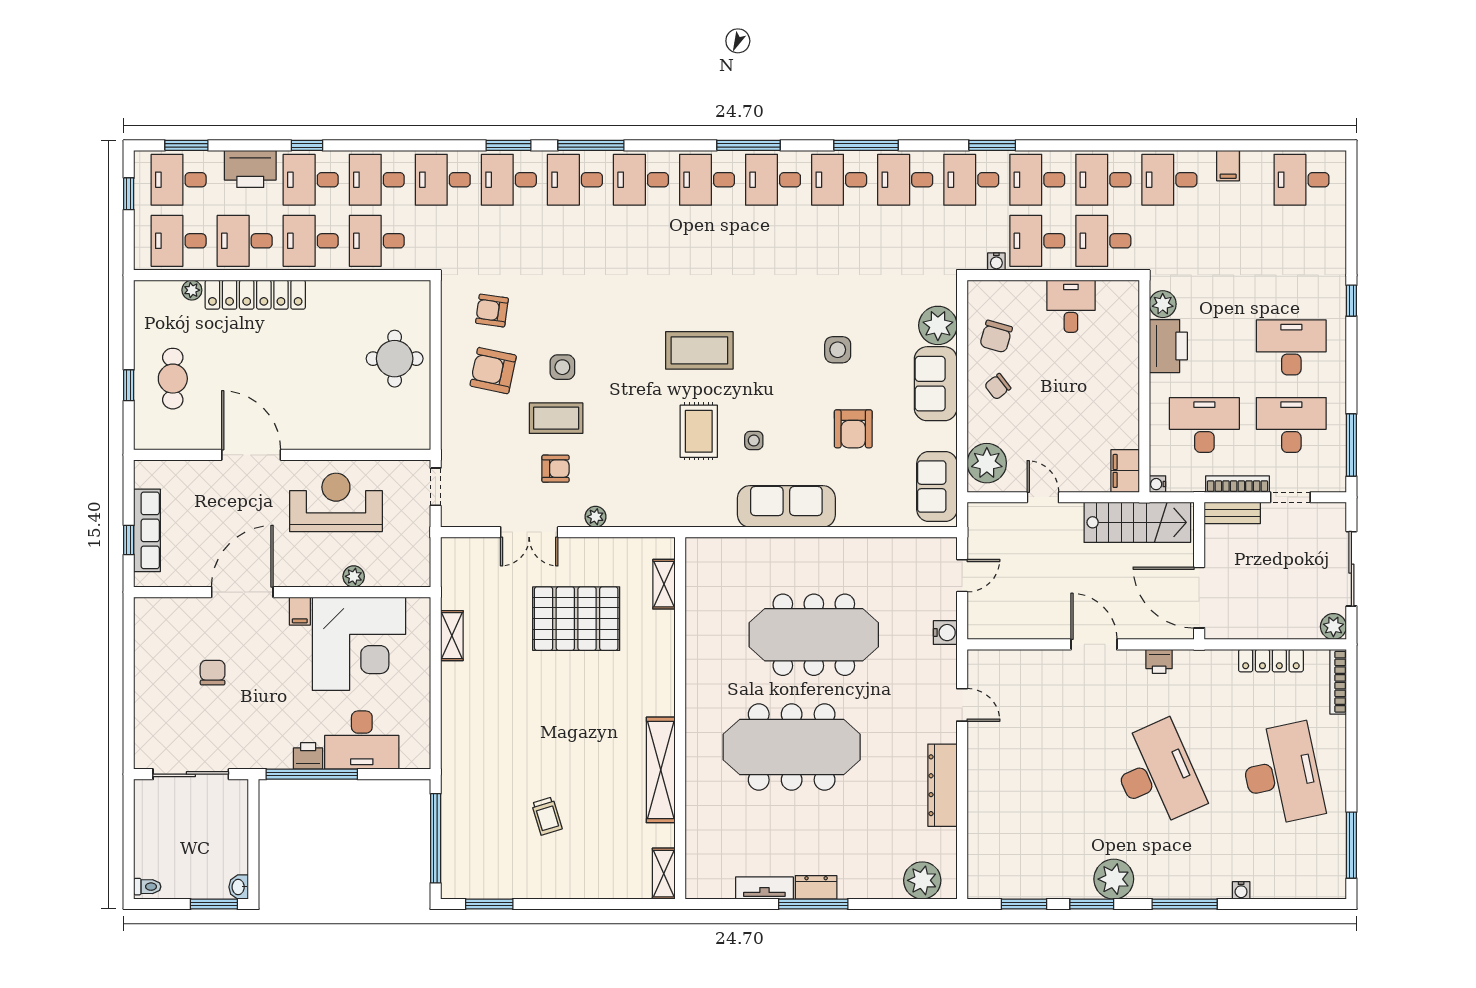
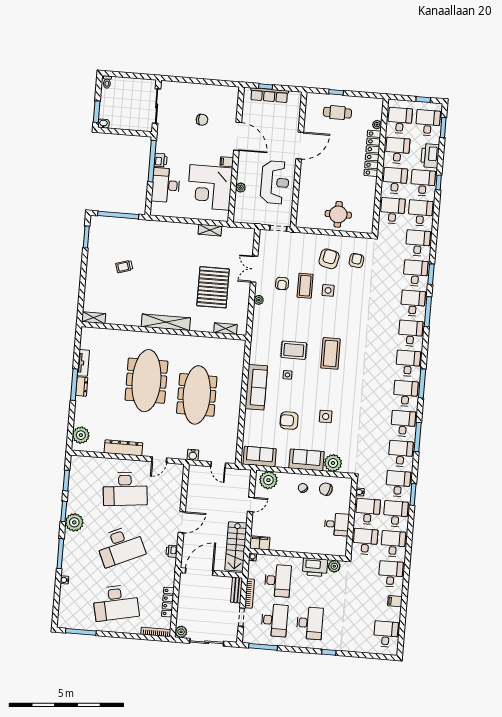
shelving: (661, 770) -> (166, 322), moved
desk: (1032, 774) -> (125, 489), added

